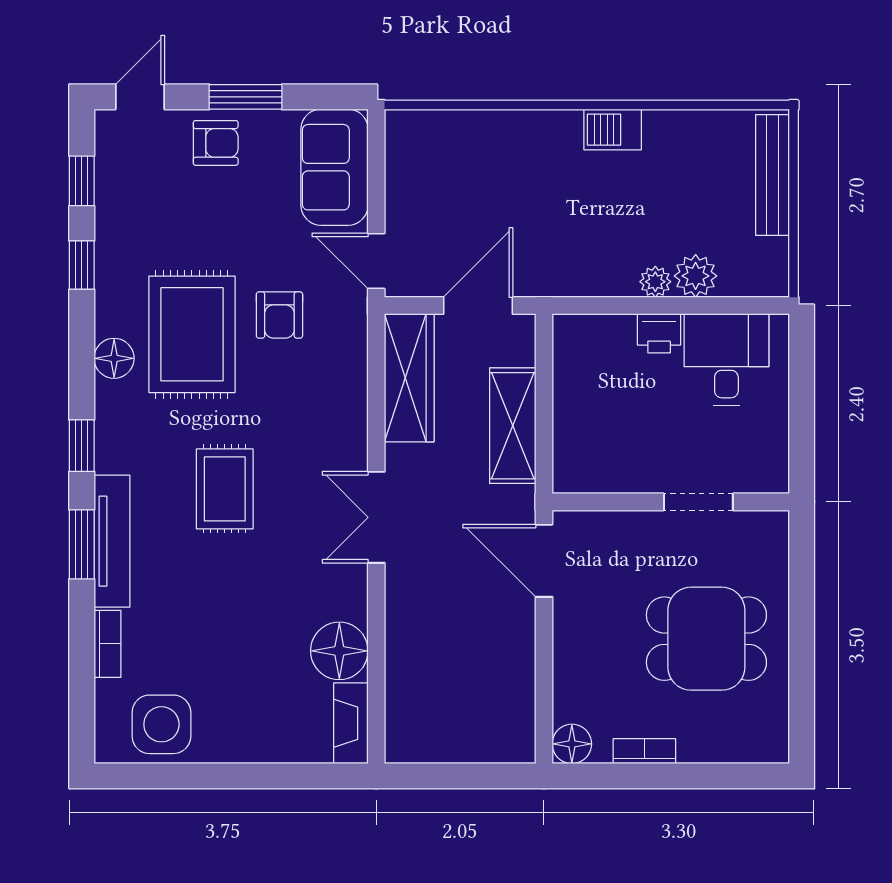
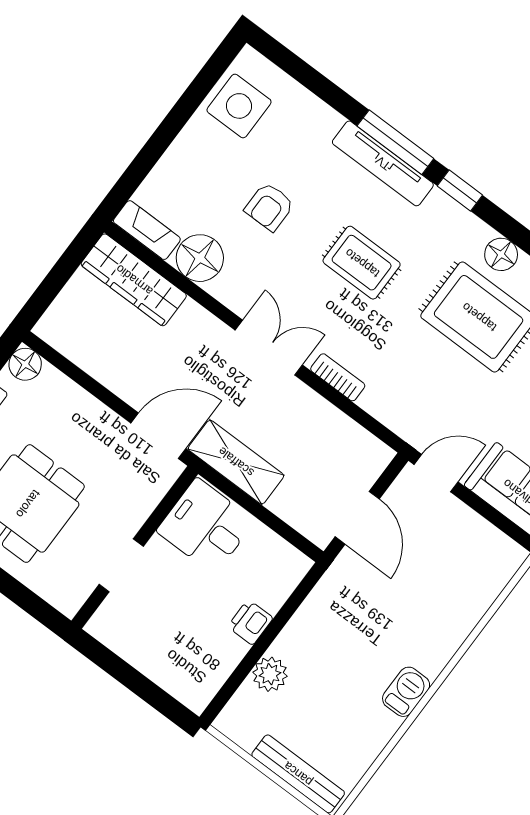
plant: (655, 282) -> (286, 645), removed
armchair: (279, 315) -> (269, 207), moved, turned -90
desk: (726, 359) -> (206, 526), moved, turned 180
wardrobe: (409, 378) -> (134, 280), moved
shelving: (513, 426) -> (236, 462), moved
window: (82, 544) -> (395, 142), width x1.44
bookcase: (107, 644) -> (338, 377), moved, turned 180

